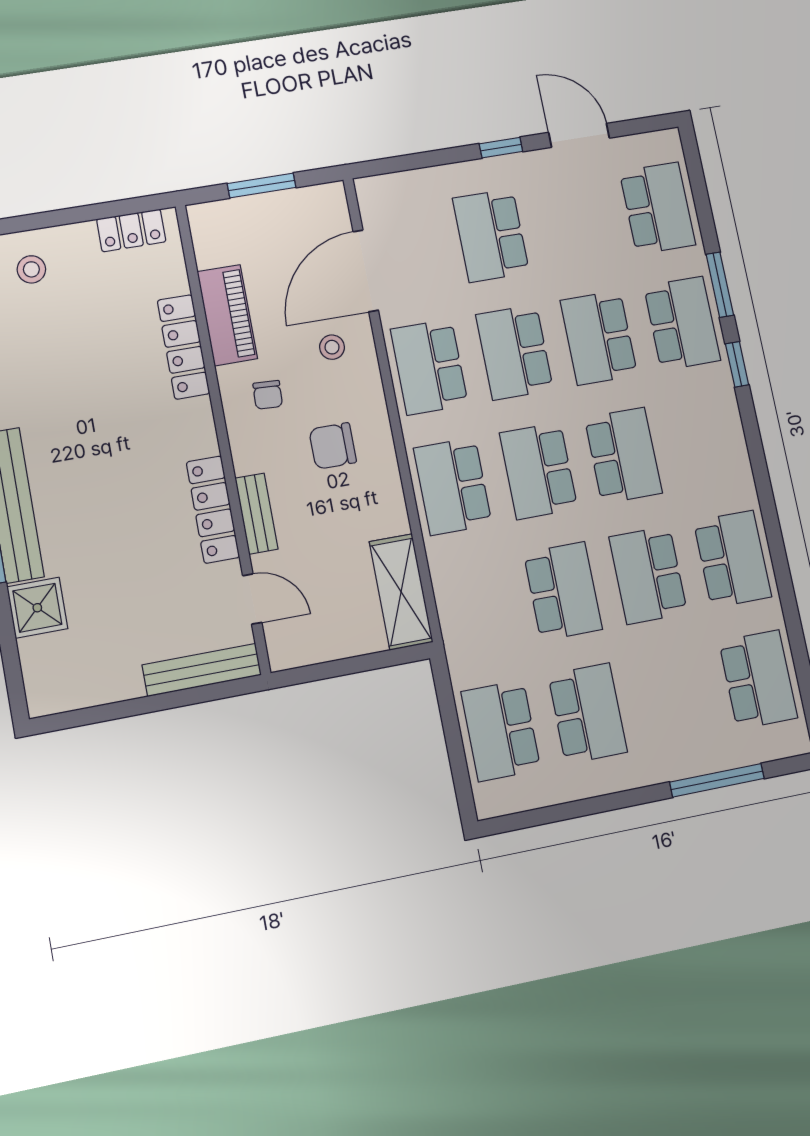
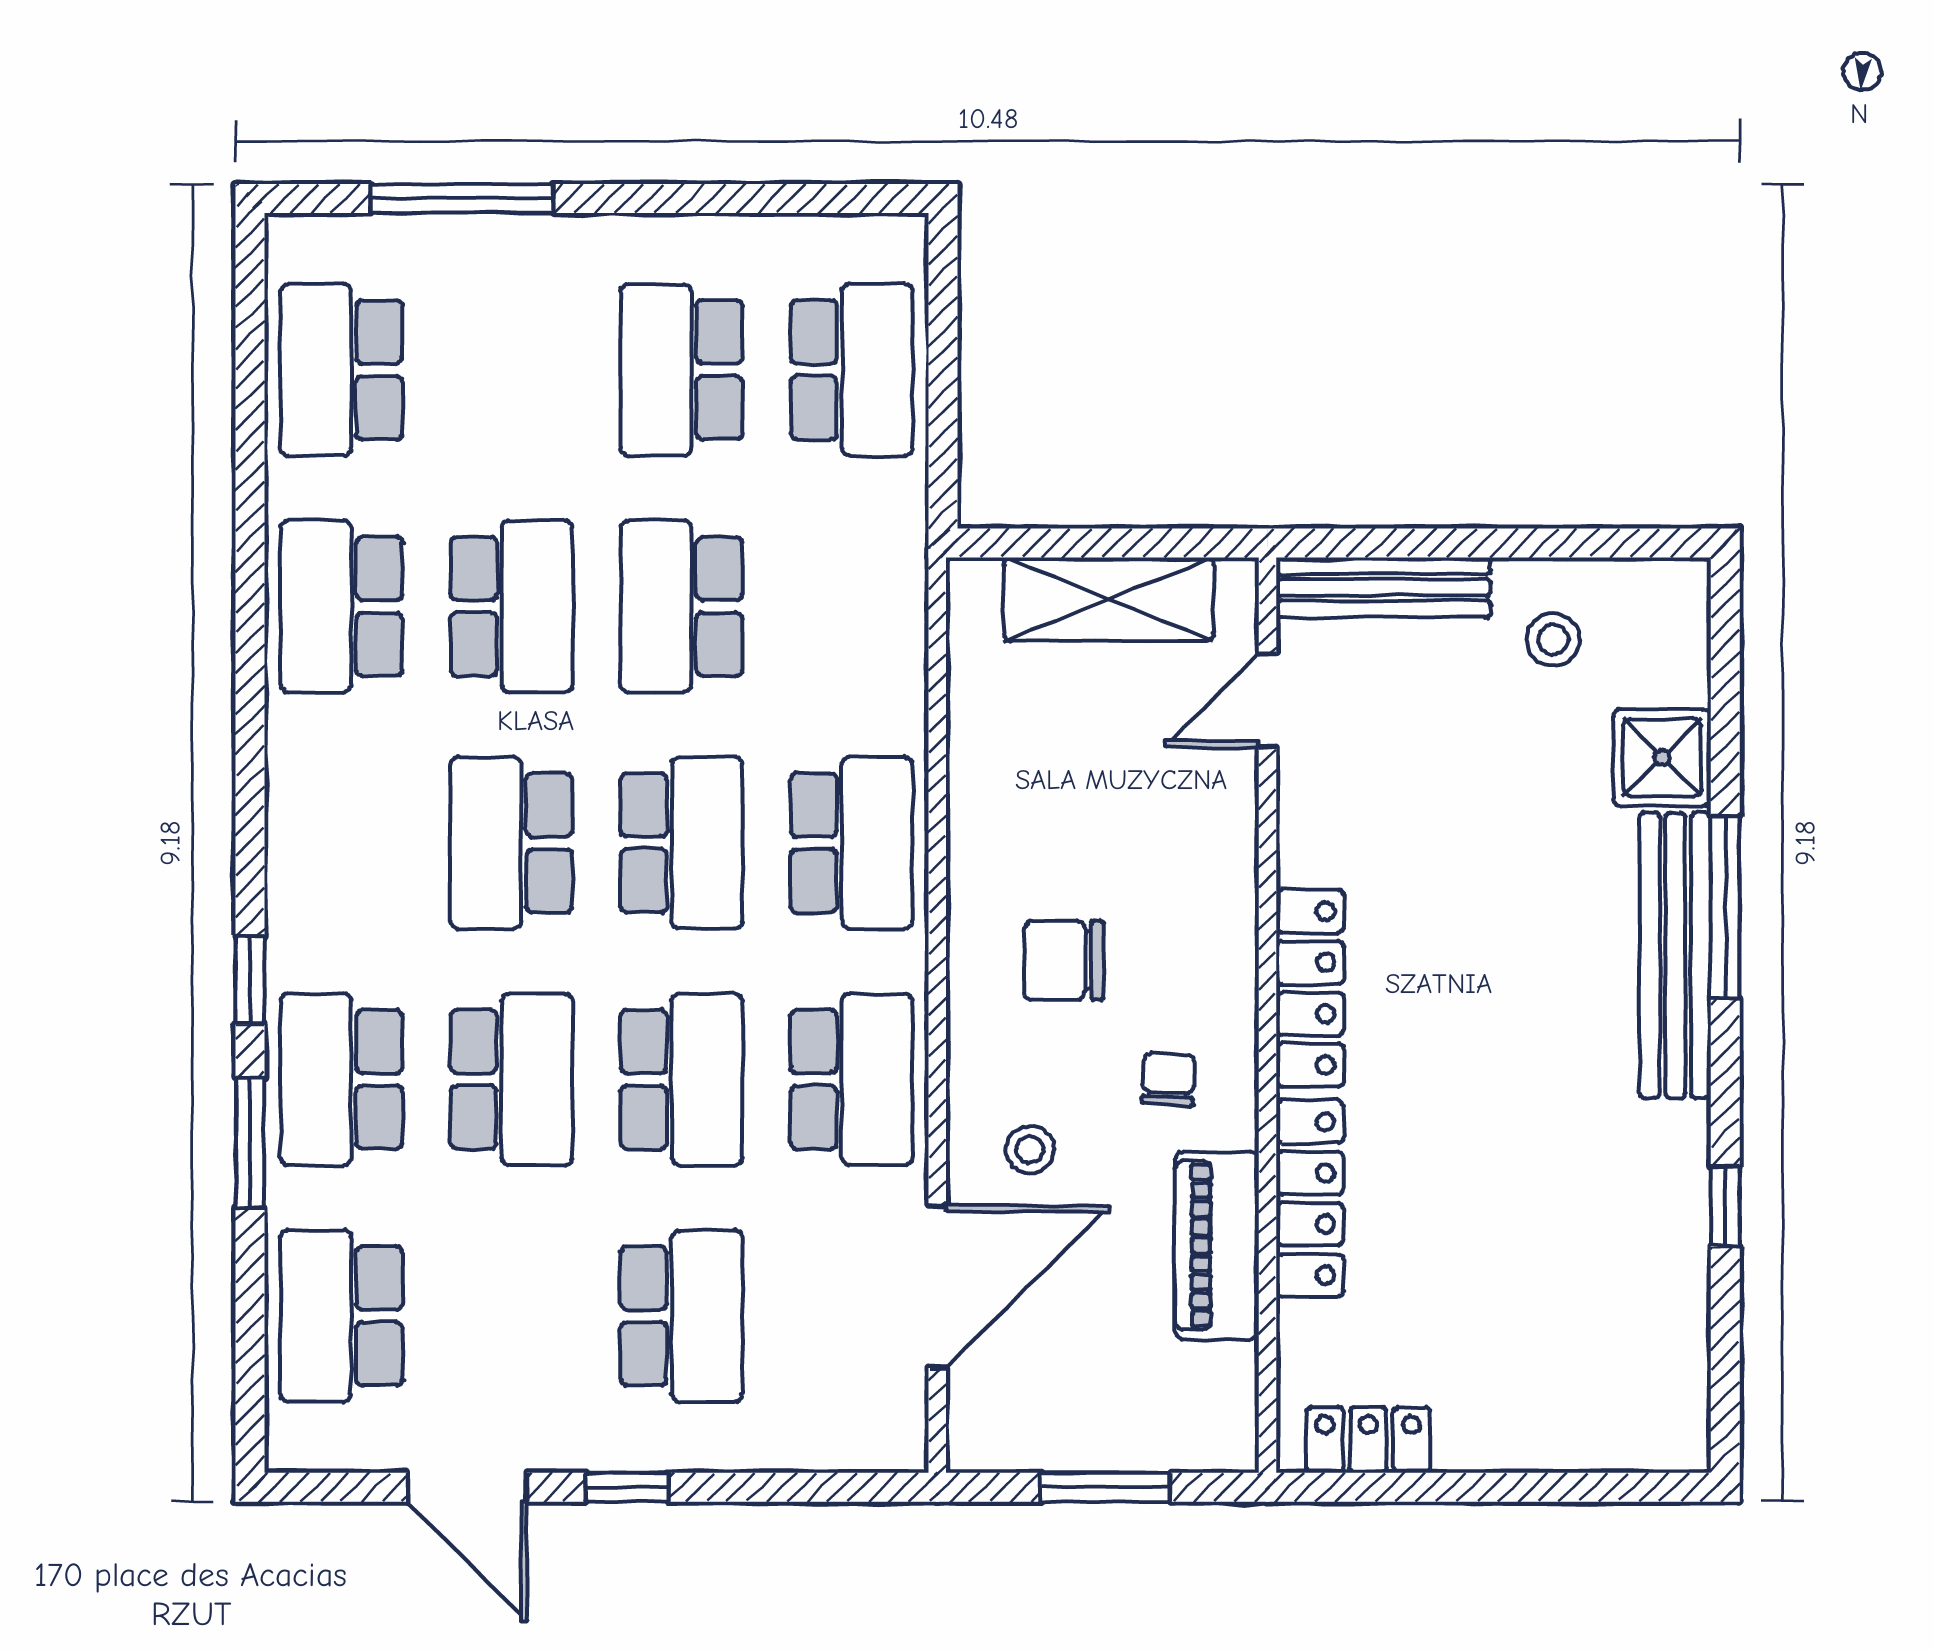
stool: (31, 269) -> (1553, 640), moved
chair: (333, 446) -> (1064, 960), turned 180
locker: (213, 510) -> (1310, 988), moved
bench: (256, 514) -> (1231, 858), removed
shelving: (401, 592) -> (1109, 599), moved, turned 90
door: (252, 599) -> (1267, 700), hinge flipped

